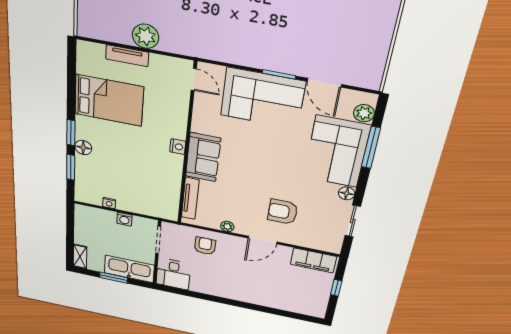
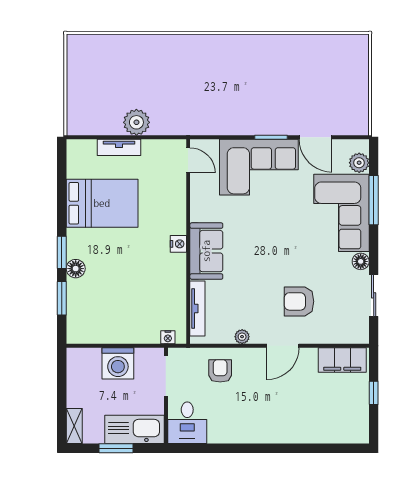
nightstand: (109, 203) -> (168, 337), moved
washing machine: (124, 219) -> (118, 363), width x1.89, depth x1.89

